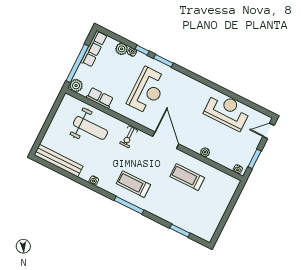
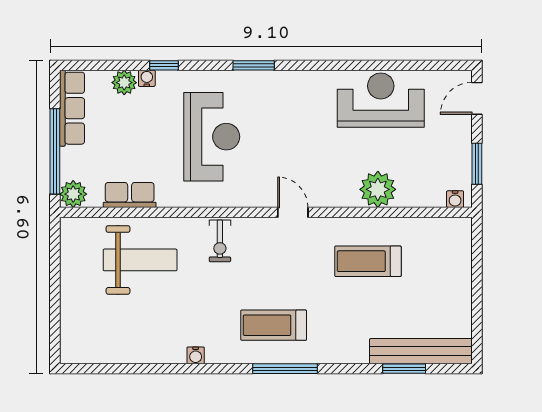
window: (163, 61) -> (254, 65), moved
door: (166, 140) -> (293, 212), width x0.53
plant: (205, 152) -> (378, 189), width x1.88, depth x1.88
bench: (59, 161) -> (421, 351), moved

